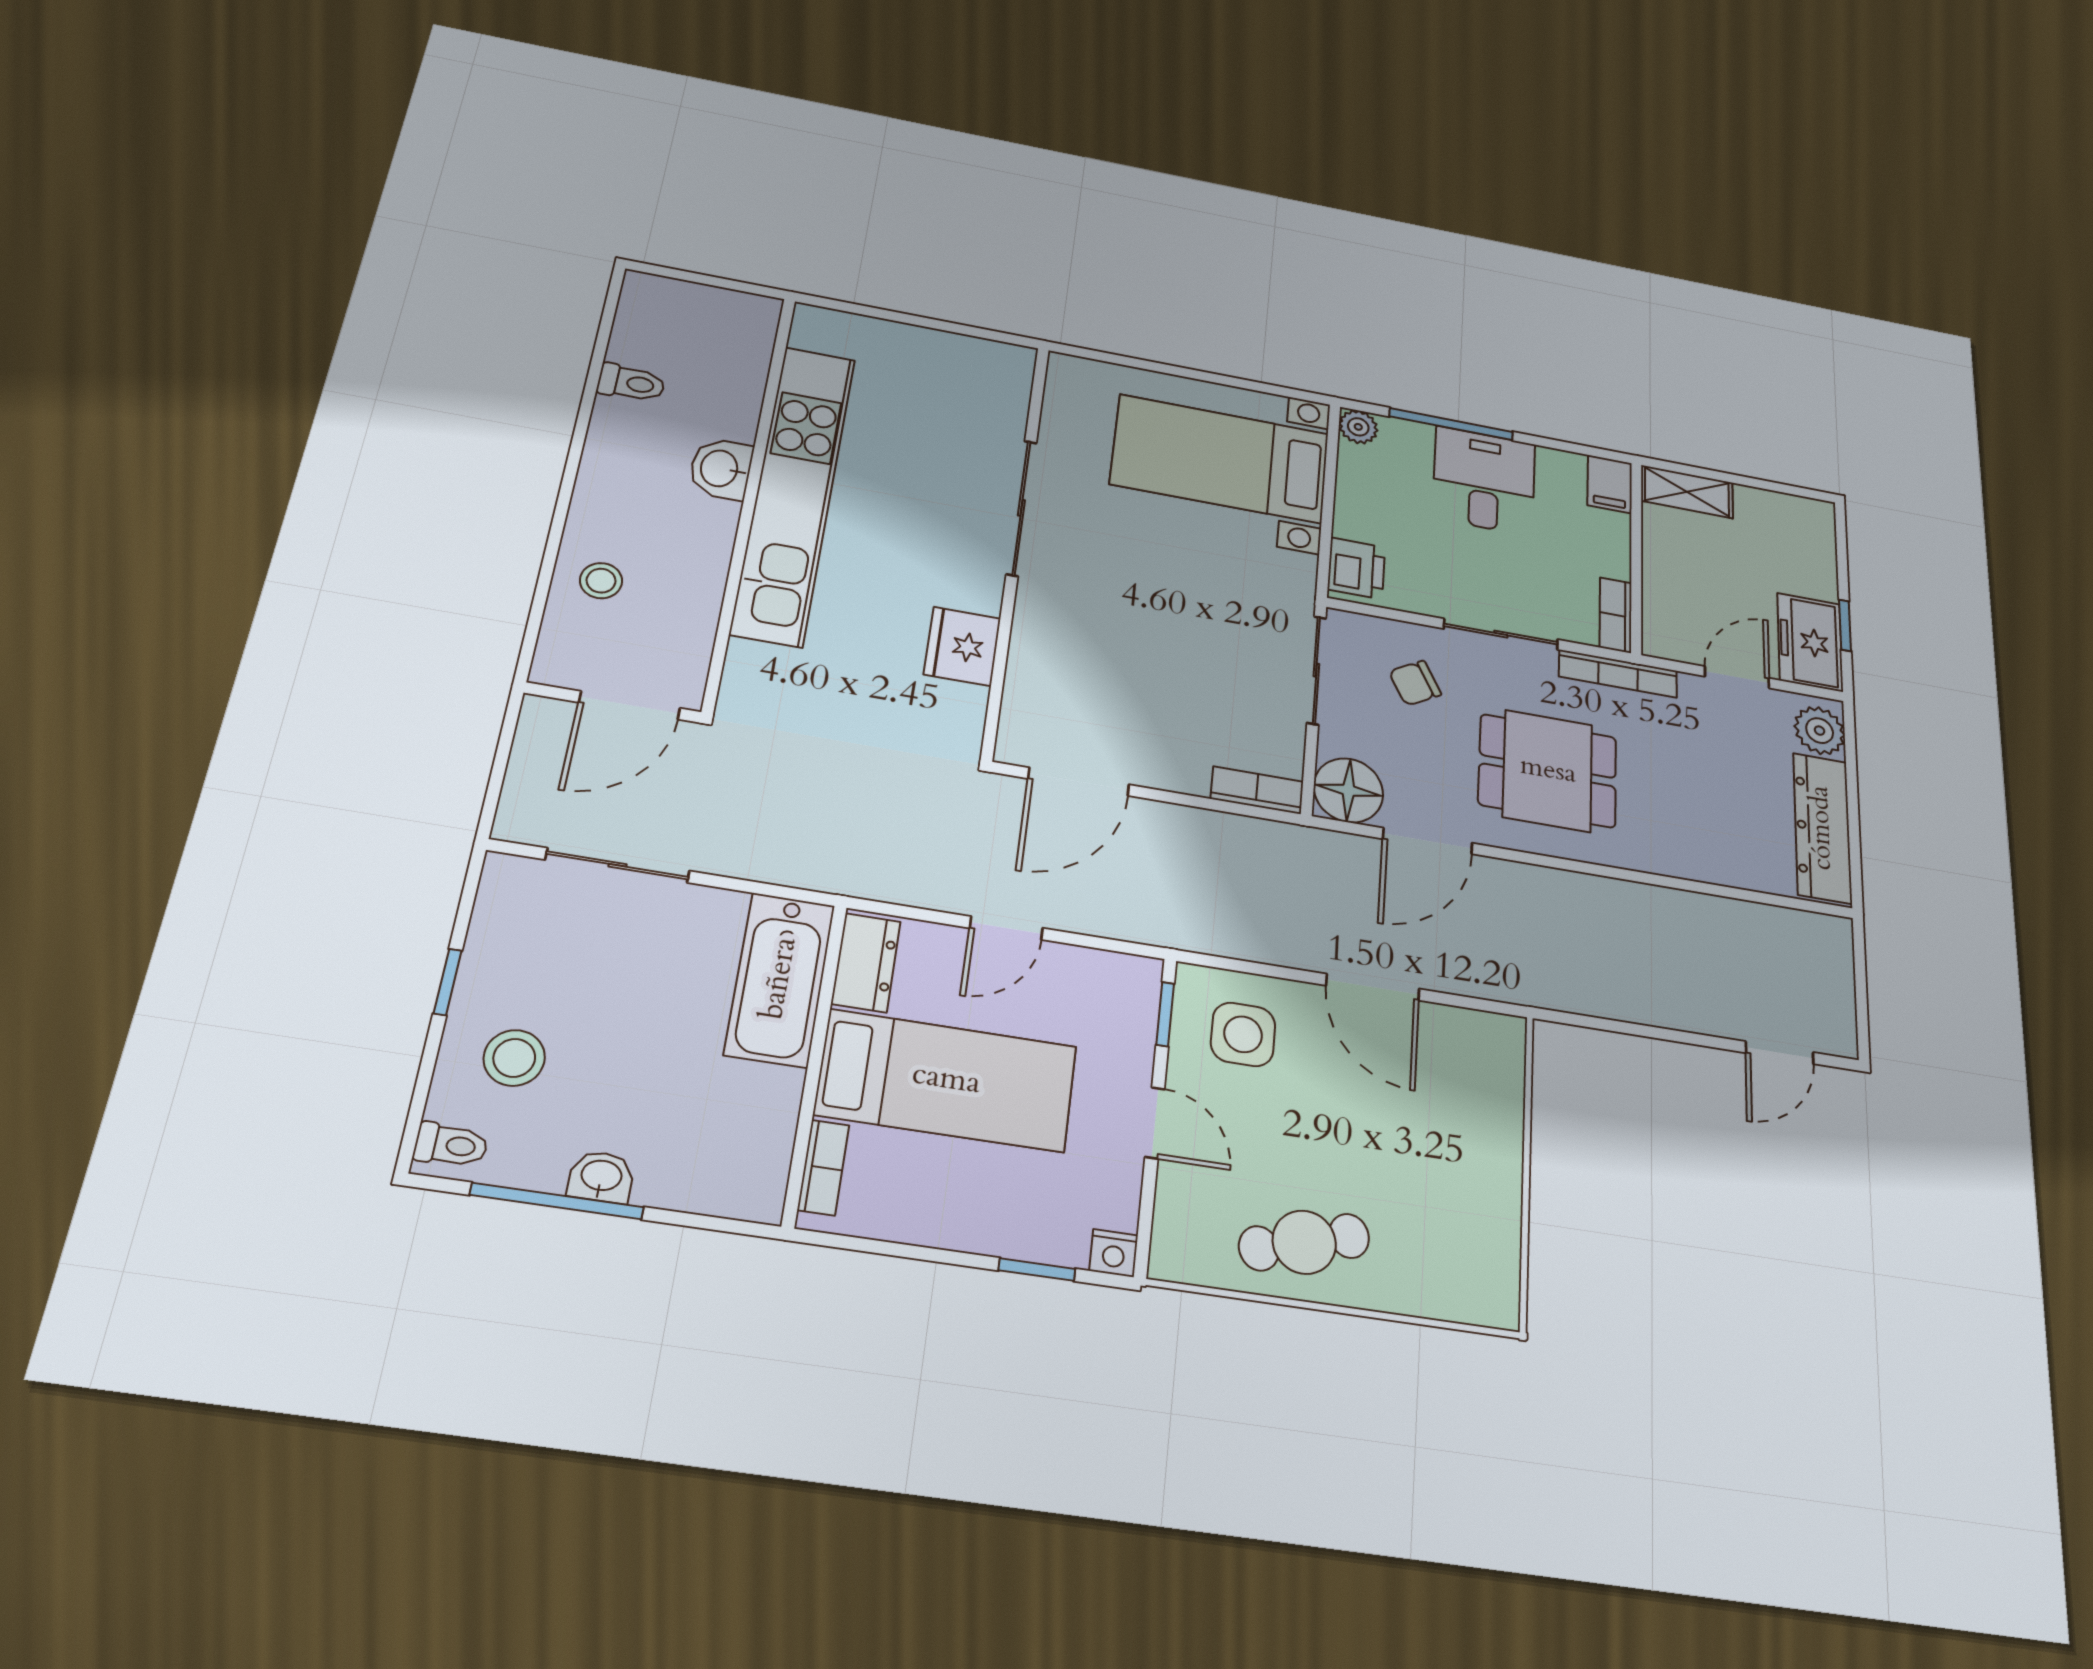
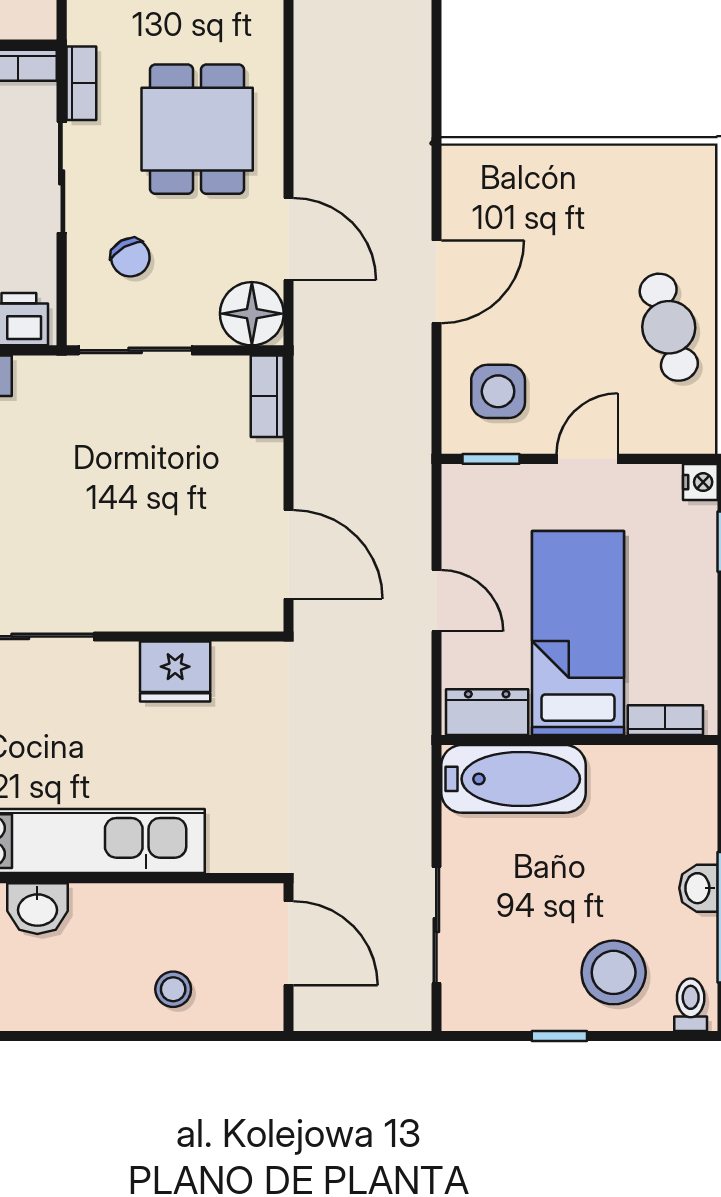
bookcase: (1618, 674) -> (81, 83), width x0.64
stool: (514, 1058) -> (614, 972), width x1.38, depth x1.38

